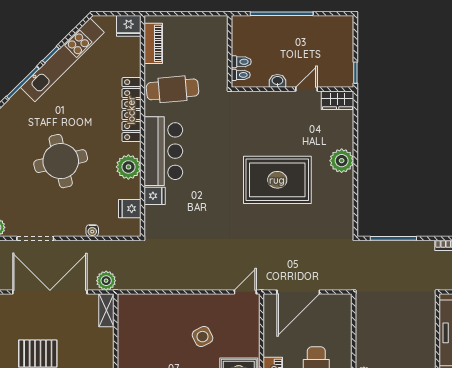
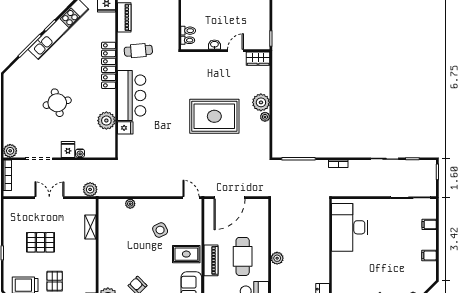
cafe table: (173, 89) -> (138, 51), width x0.73, depth x0.74
round table: (61, 161) -> (57, 103), width x0.73, depth x0.73
plant: (128, 167) -> (106, 121), moved
plant: (347, 181) -> (265, 117), added
fridge: (130, 209) -> (68, 150), moved, turned 90
double door: (50, 292) -> (49, 198), width x0.54
door: (245, 292) -> (191, 198), hinge flipped
plant: (161, 300) -> (130, 204), added
shelving: (106, 310) -> (90, 227), moved

